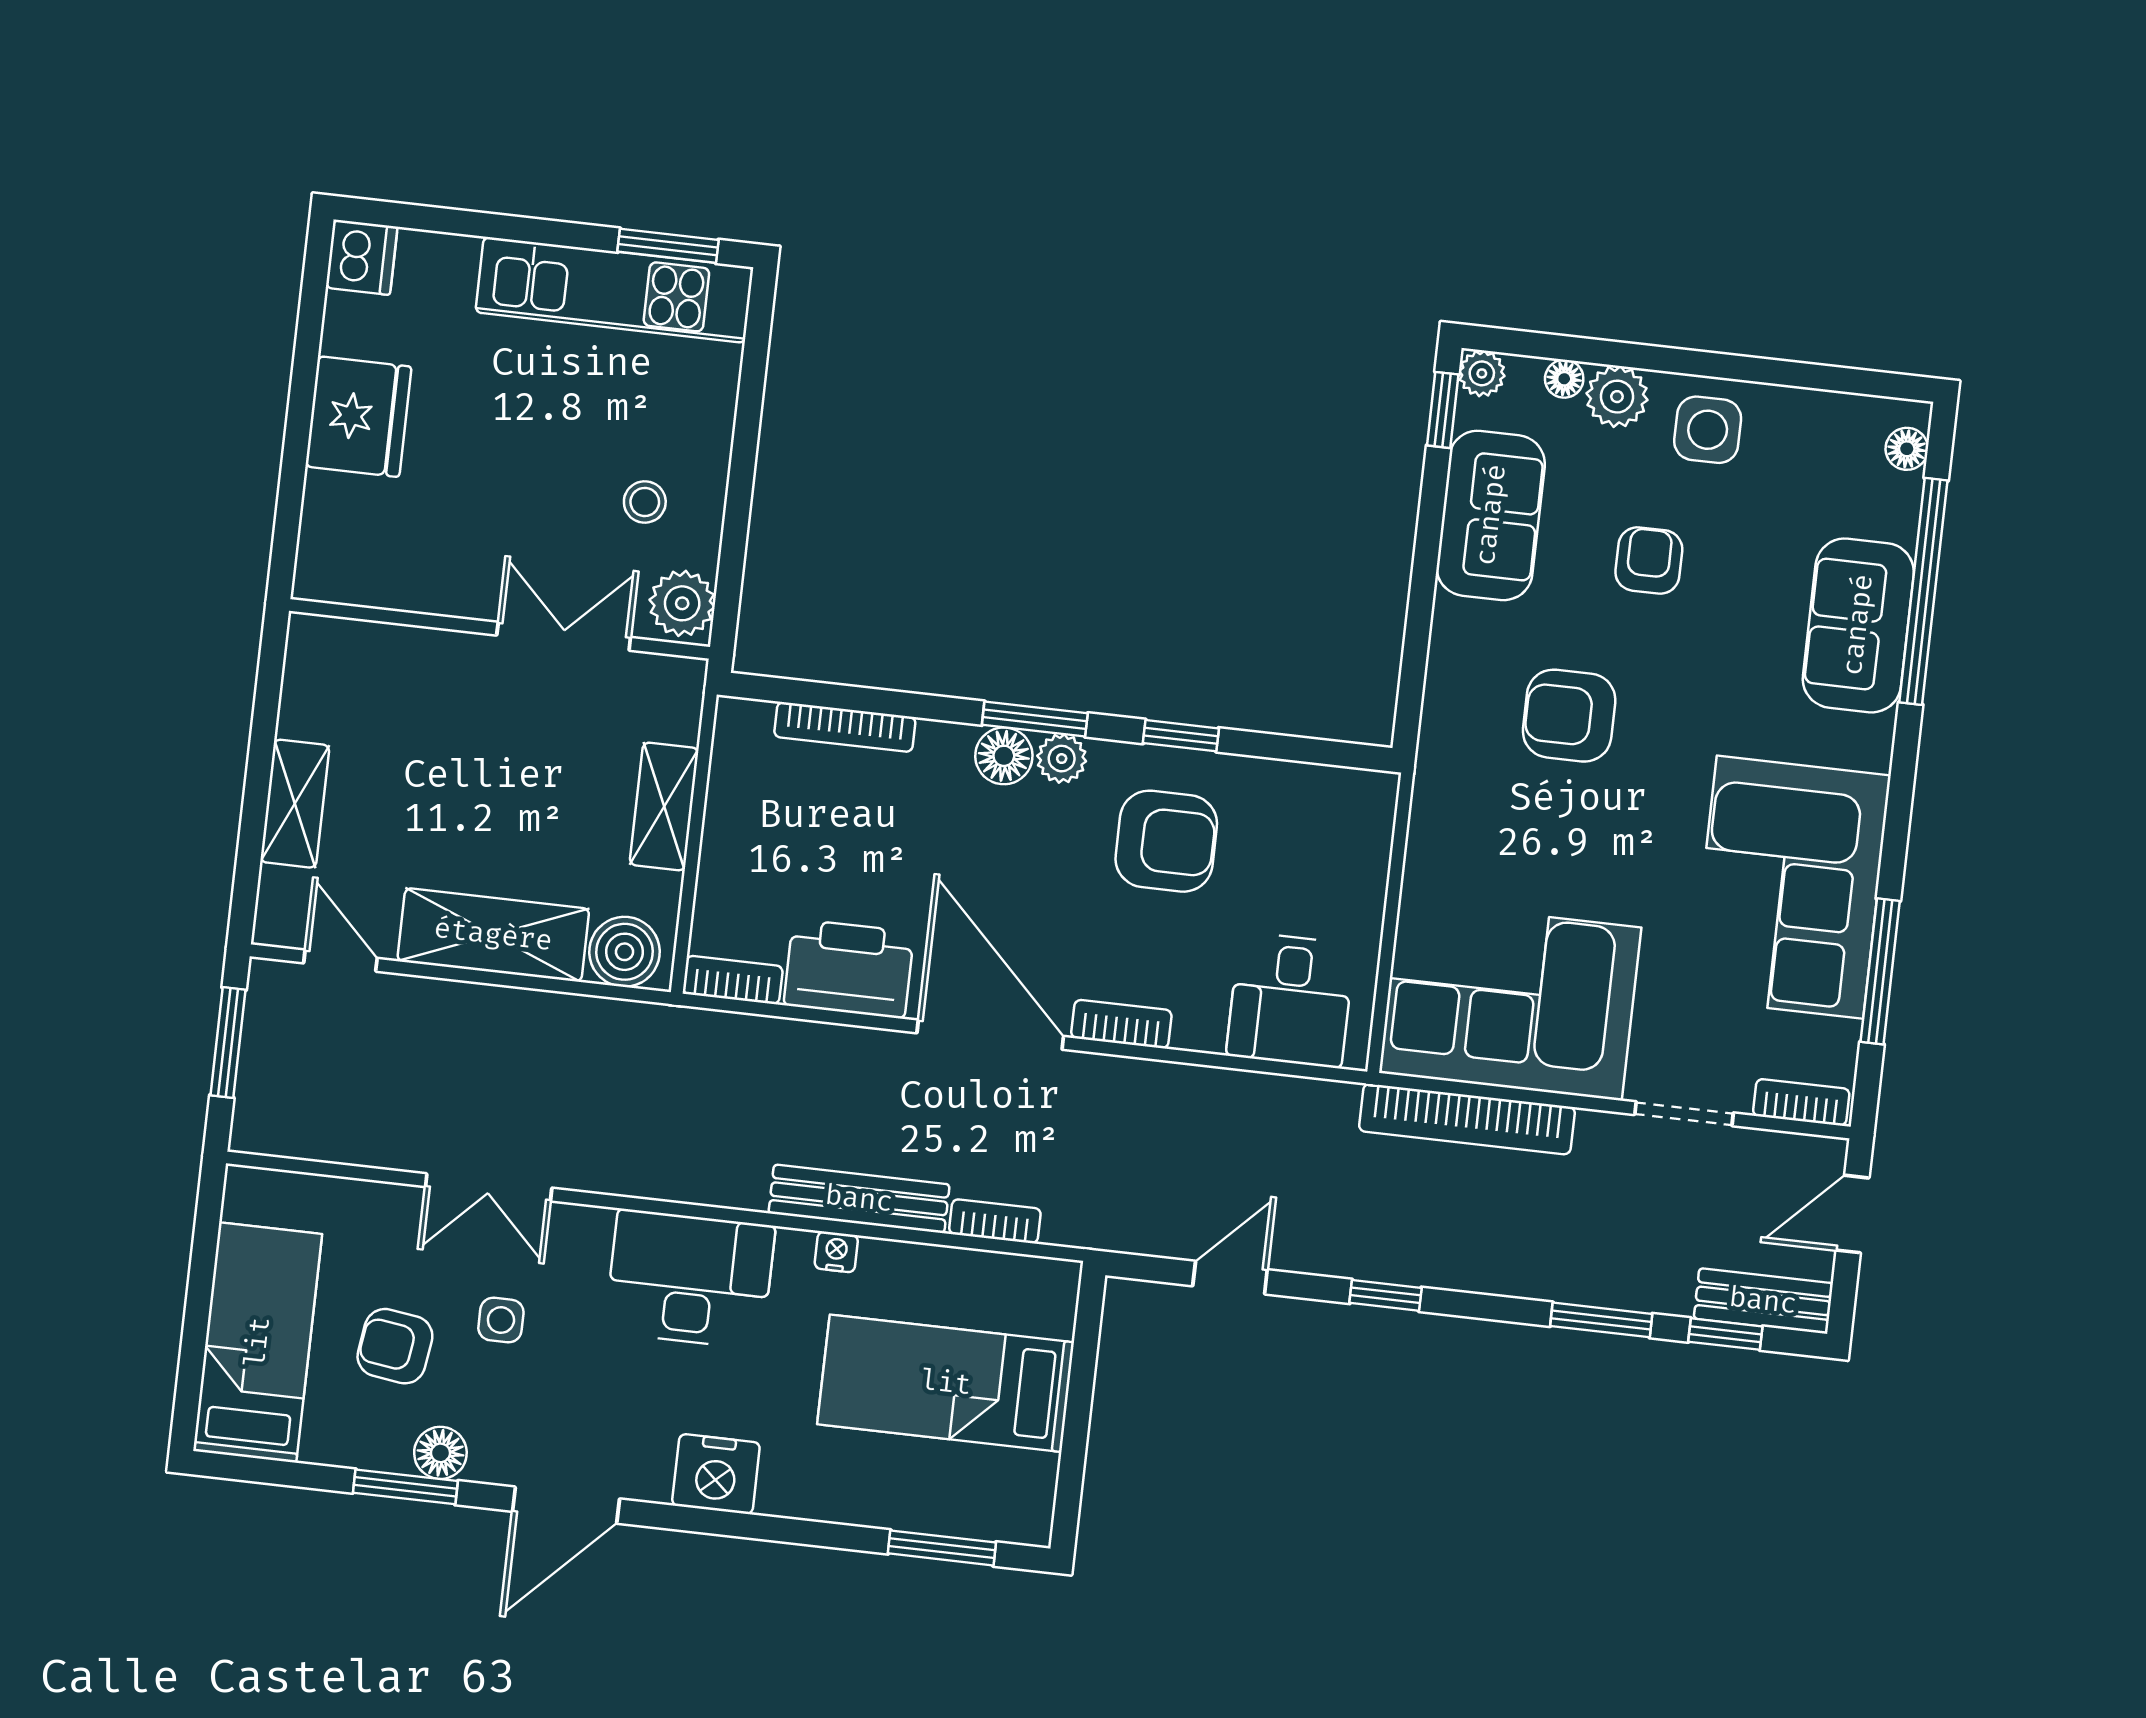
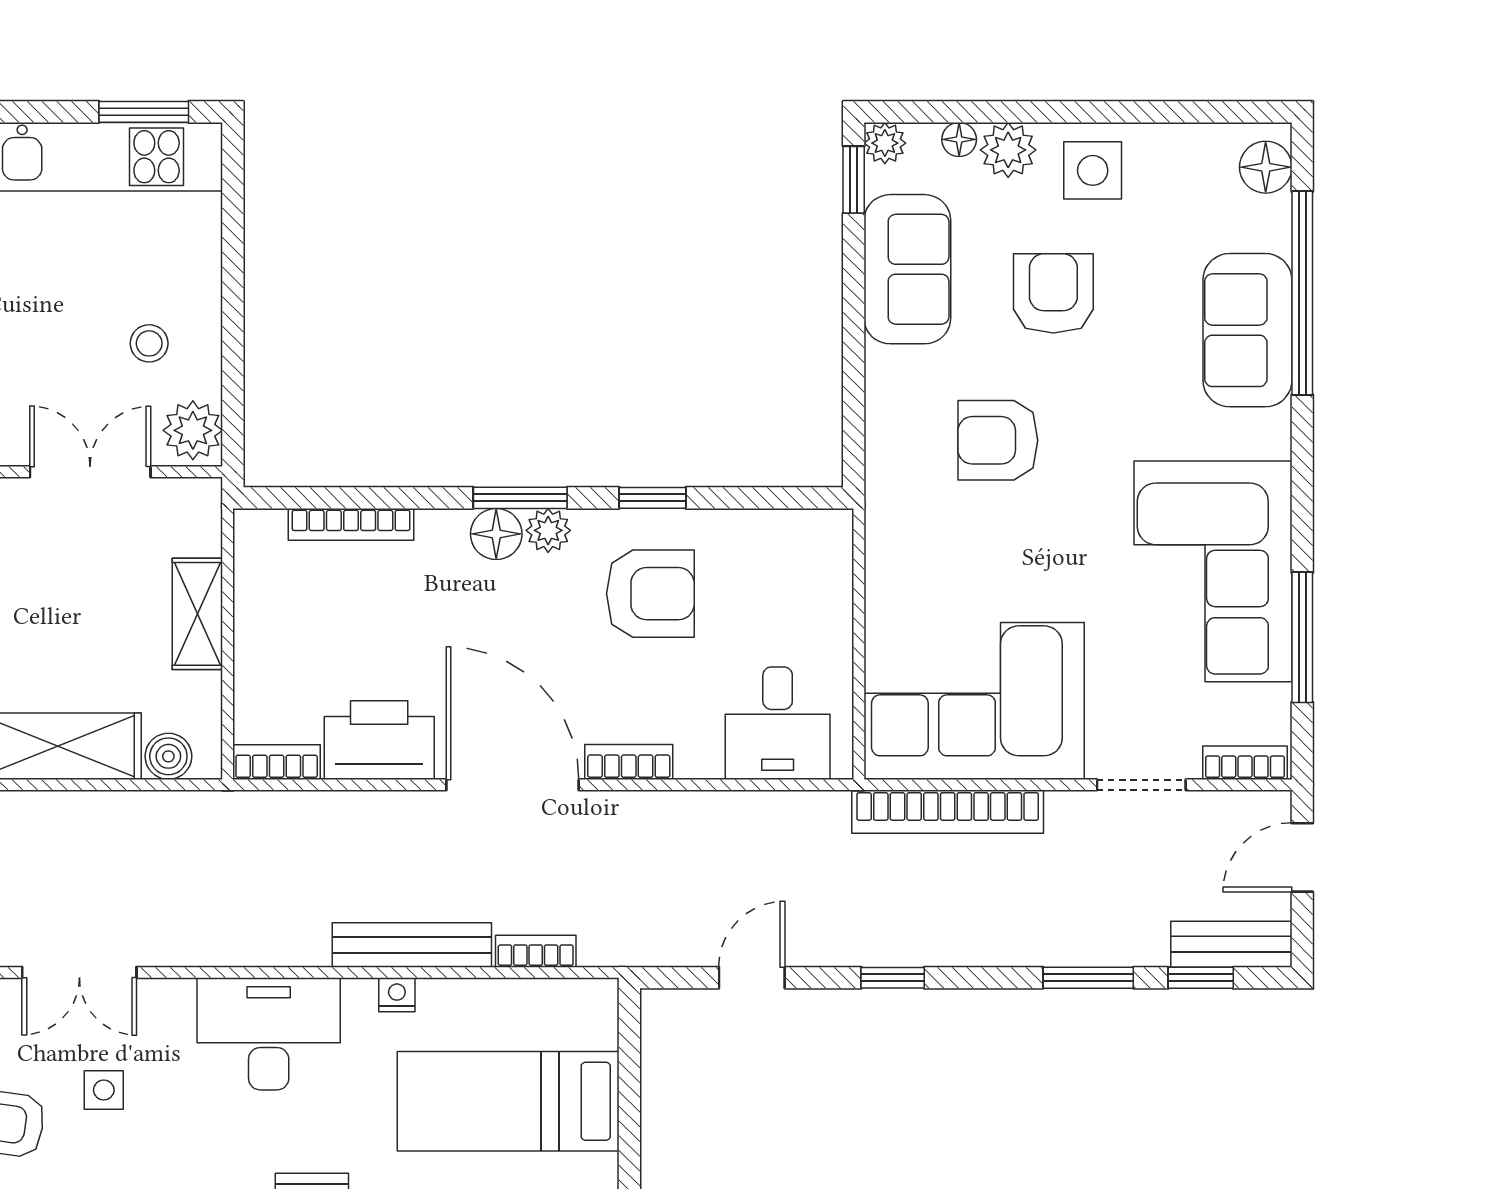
floor lamp: (1907, 449) -> (1266, 167), width x1.37, depth x1.37
armchair: (1649, 560) -> (1053, 293), width x1.38, depth x1.38
boiler: (624, 952) -> (168, 756), width x0.73, depth x0.73

